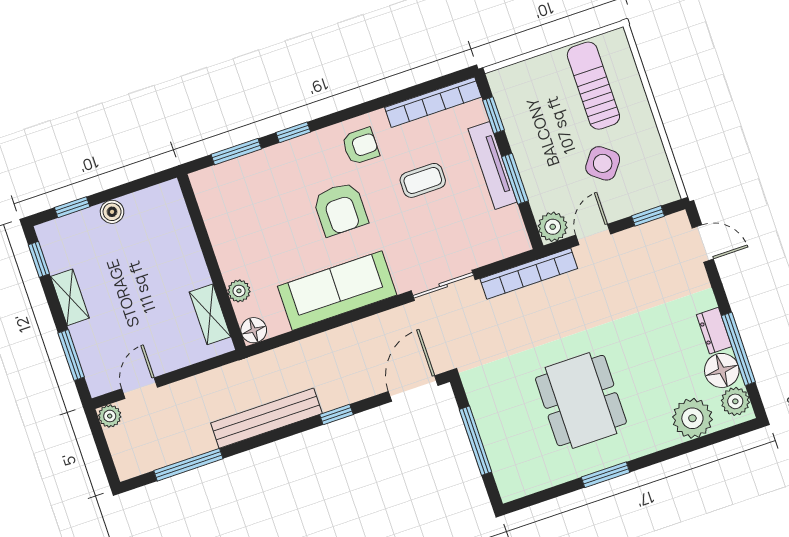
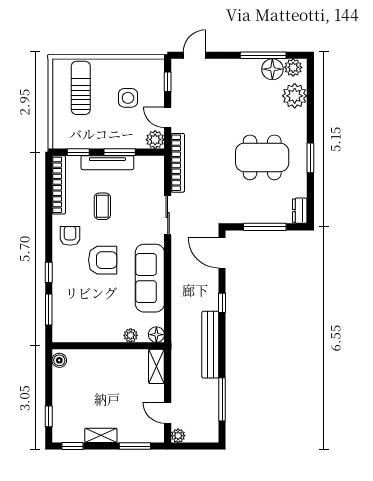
sun lounger: (593, 86) -> (81, 88), turned 90
side table: (603, 163) -> (128, 98), turned -37
boiler: (112, 212) -> (59, 360), moved
shelving: (210, 314) -> (156, 366), moved, turned 90
dresser: (714, 331) -> (300, 211), moved, turned 90

